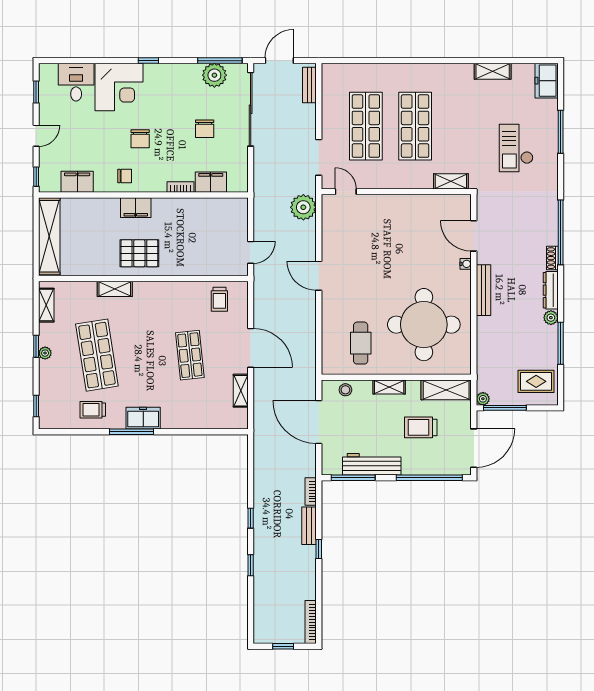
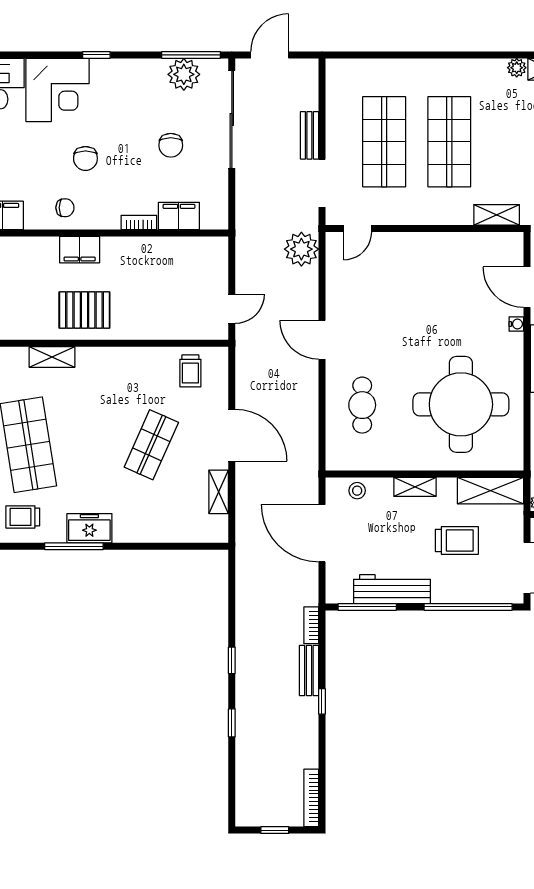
plant: (466, 70) -> (517, 68), added
bench: (309, 85) -> (309, 135), moved
door: (346, 192) -> (358, 228), swing flipped
cafe table: (361, 343) -> (362, 405), moved
shop shelf: (190, 355) -> (151, 445), turned 30
trolley: (421, 427) -> (457, 540), turned 180

